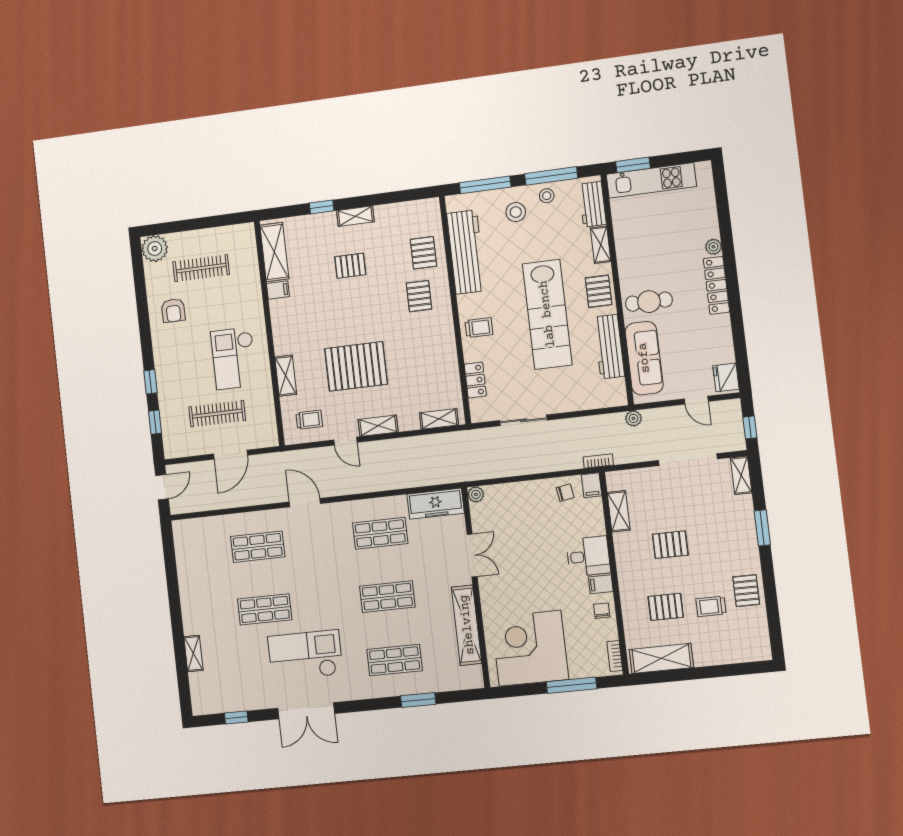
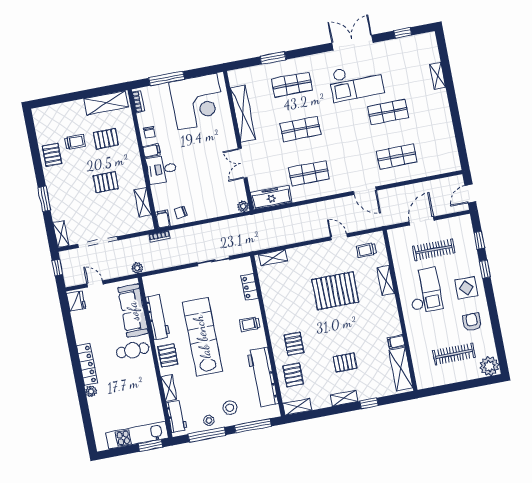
display table: (177, 358) -> (466, 288), added
shelving: (378, 426) -> (297, 407), moved

